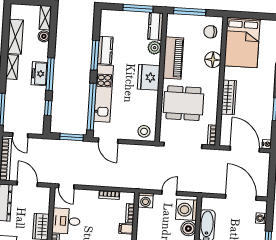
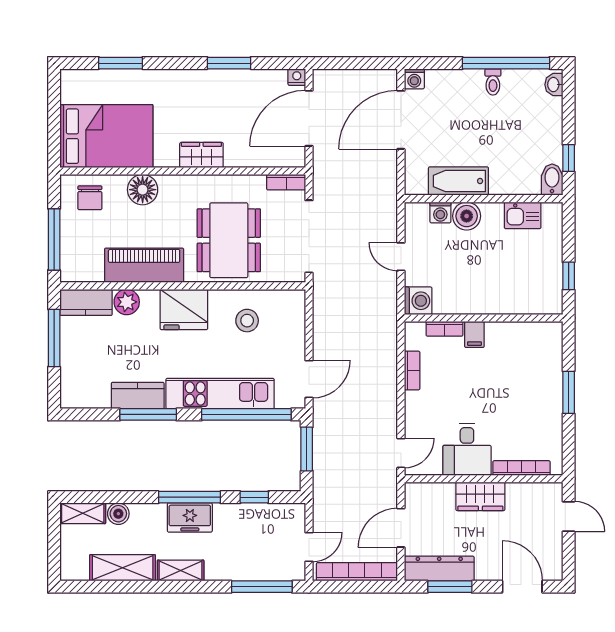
wardrobe: (229, 97) -> (201, 155), width x0.67
stool: (144, 131) -> (247, 321), moved
washing machine: (187, 210) -> (440, 212), width x0.53, depth x0.53
washing machine: (261, 218) -> (414, 79), moved

